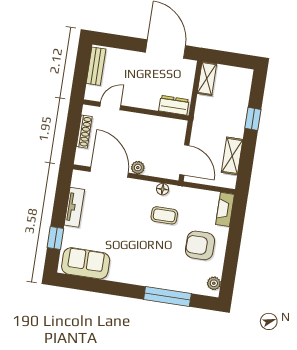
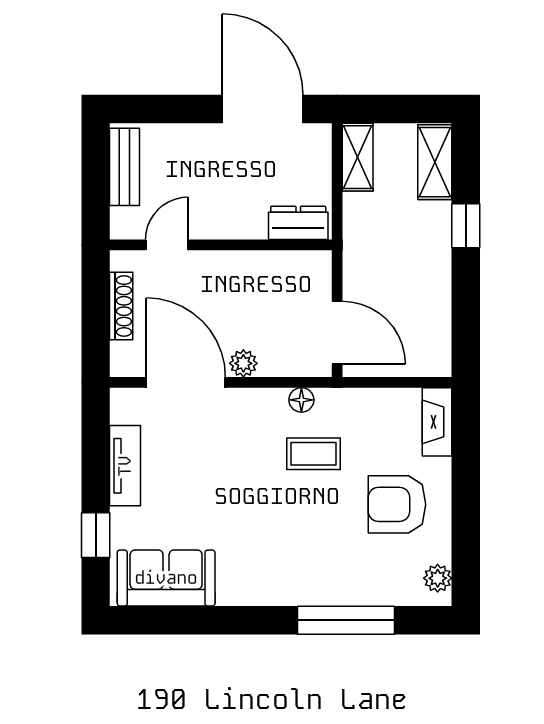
shelving: (232, 156) -> (435, 162), moved

